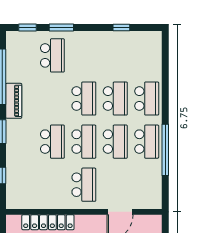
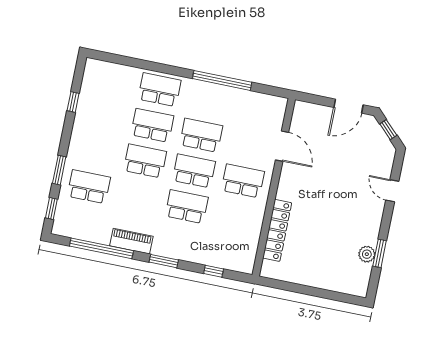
school desk: (147, 142) -> (208, 100), removed

